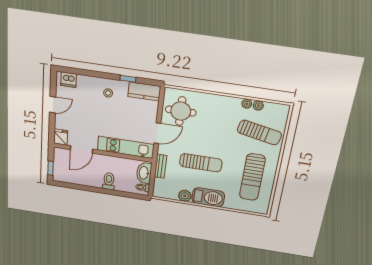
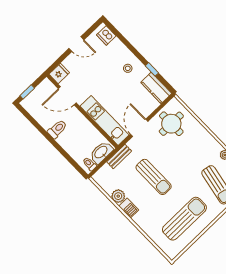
door: (157, 133) -> (139, 128), swing flipped
sun lounger: (252, 177) -> (184, 219), turned 180
toilet: (109, 181) -> (57, 129), moved
barbecue: (208, 197) -> (129, 208), width x0.53, depth x0.65

